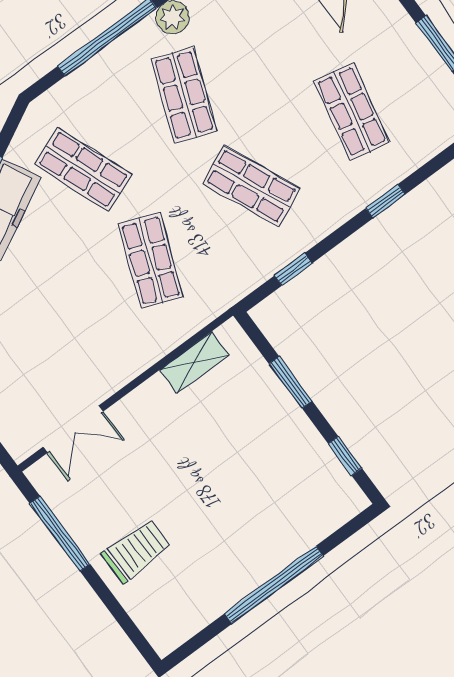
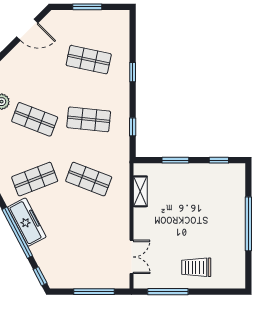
shop shelf: (251, 186) -> (89, 119), turned 30
trolley: (136, 551) -> (196, 267), turned -90

